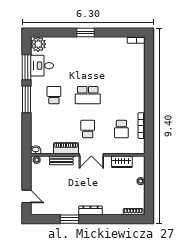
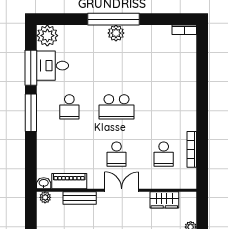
window: (86, 32) -> (113, 19), width x2.11
plant: (87, 42) -> (116, 33), added
school desk: (54, 95) -> (69, 107), turned 180
school desk: (88, 129) -> (117, 154), turned 180
piano: (66, 148) -> (69, 181), moved
double door: (91, 155) -> (122, 190), swing flipped

